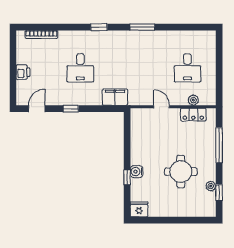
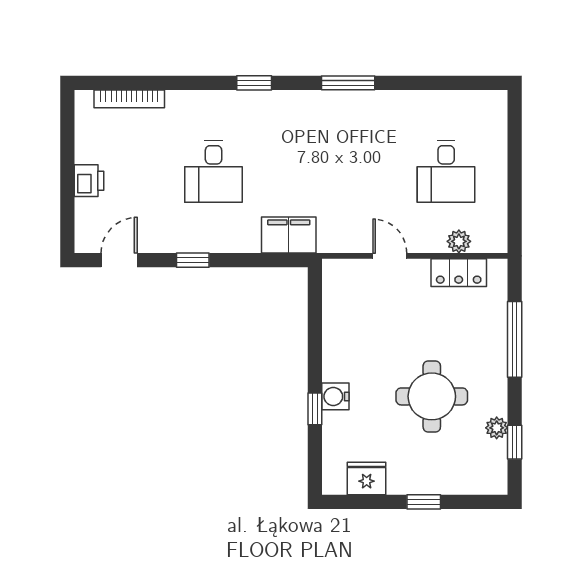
fridge: (139, 209) -> (367, 478), moved
window: (177, 220) -> (424, 502), added

